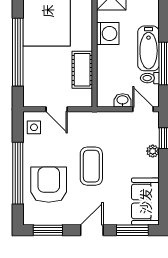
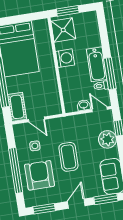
cot: (82, 70) -> (17, 107), moved
side table: (34, 127) -> (35, 146), moved
plant: (153, 151) -> (107, 139), width x1.88, depth x1.88

